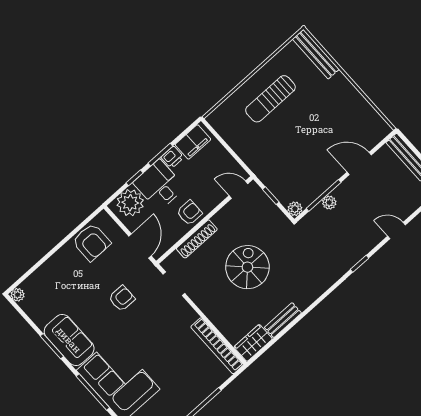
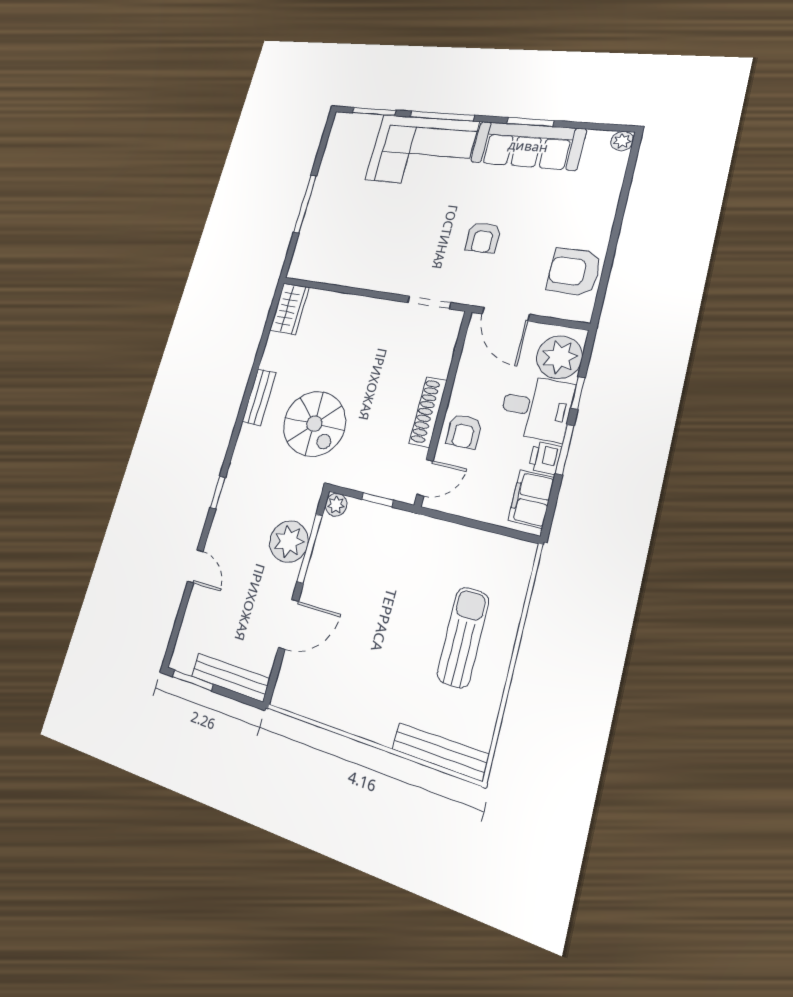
plant: (329, 203) -> (289, 542), width x1.88, depth x1.88
armchair: (189, 213) -> (464, 432), moved
door: (397, 231) -> (195, 566), hinge flipped
shoe rack: (197, 239) -> (428, 412), moved
spiral stairs: (247, 267) -> (314, 424), moved
bench: (283, 320) -> (259, 397), moved
sofa: (69, 340) -> (528, 146), width x1.36
bookcase: (217, 346) -> (330, 274), removed

